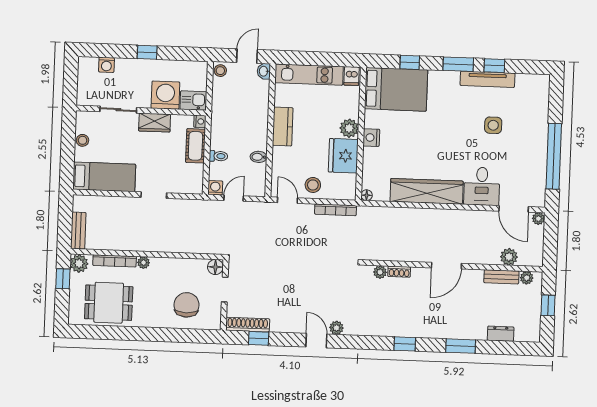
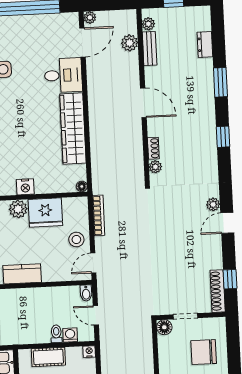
nightstand: (200, 121) -> (89, 352), moved
bidet: (259, 157) -> (86, 293), moved
washing machine: (215, 188) -> (70, 335), moved, turned 90

